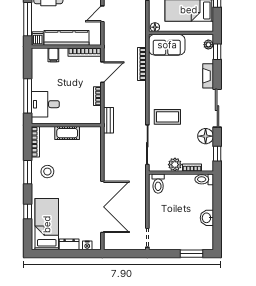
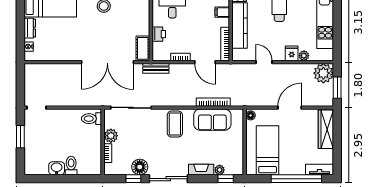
sofa: (167, 45) -> (212, 120), moved, turned -90
plant: (208, 45) -> (220, 170), moved
printer: (75, 117) -> (159, 34), added
coffee table: (167, 117) -> (175, 124), moved
cot: (67, 133) -> (143, 48), moved
window: (217, 154) -> (133, 179), moved
toilet: (204, 179) -> (71, 166), moved
double door: (102, 207) -> (107, 62), moved
window: (192, 254) -> (20, 137), moved

